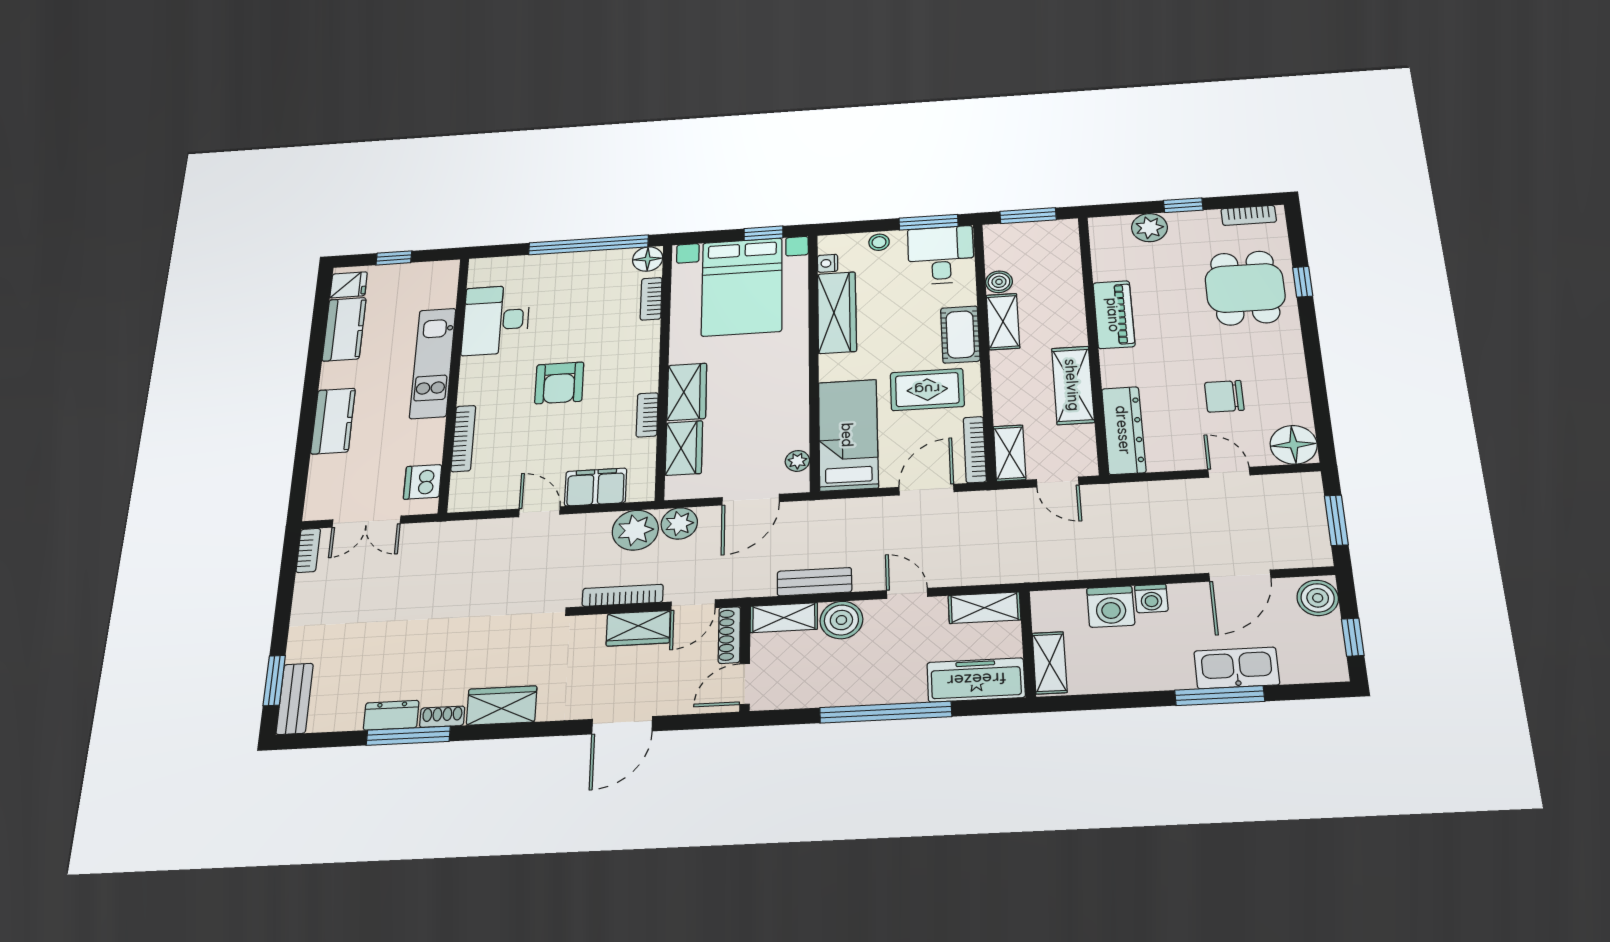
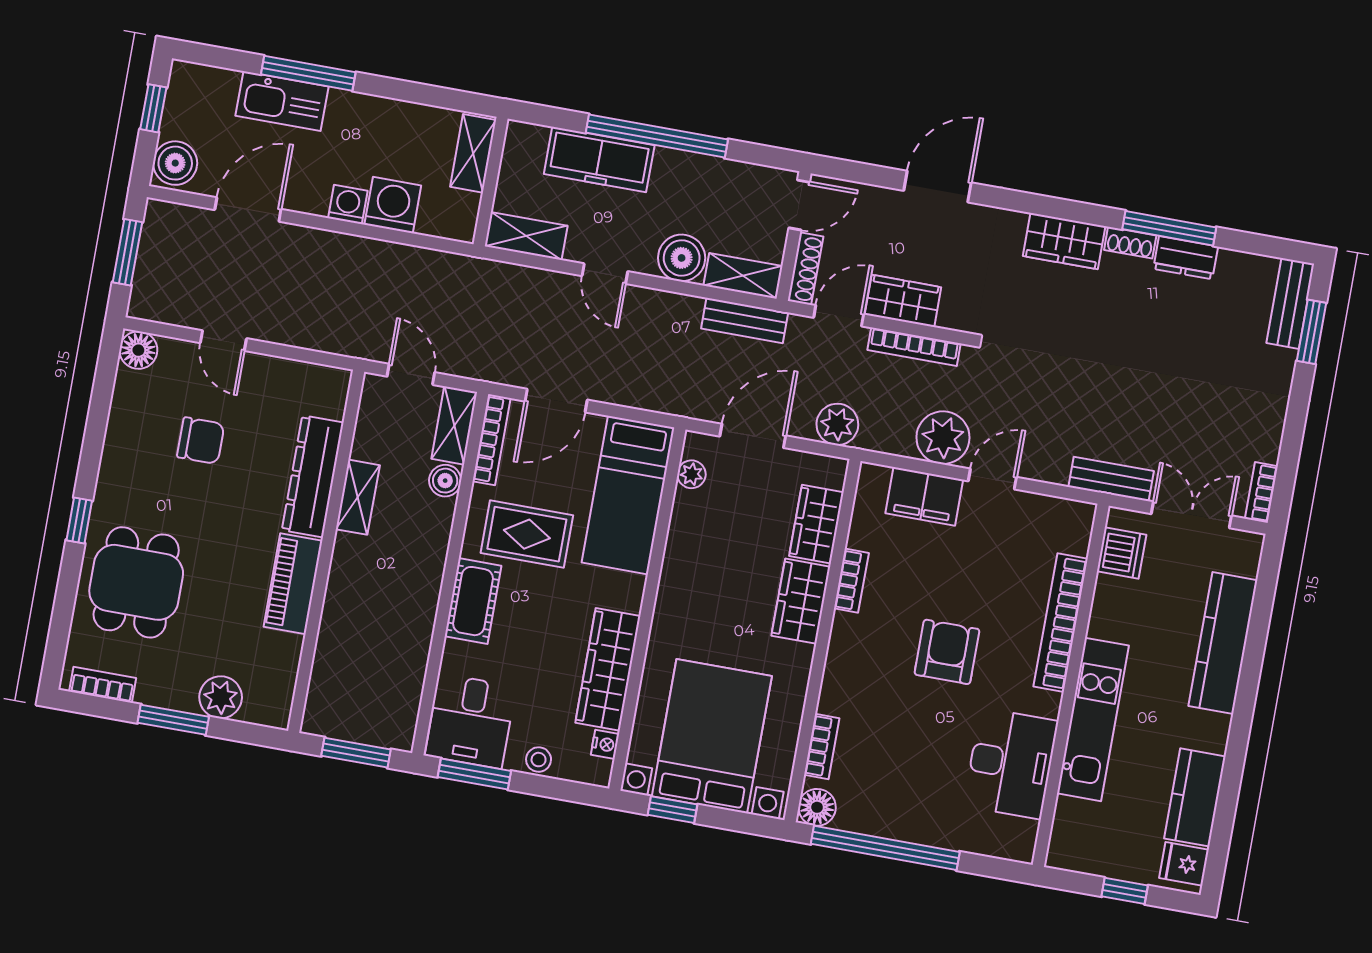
window: (1183, 205) -> (173, 720), width x1.50
boiler: (999, 282) -> (445, 481), moved
window: (1303, 282) -> (79, 520), moved
shelving: (1003, 322) -> (421, 607), removed
shelving: (1073, 385) -> (358, 497), width x0.67, depth x0.75
kitchen counter: (333, 421) -> (1223, 643), width x1.50
dresser: (1124, 430) -> (313, 476), moved
bookcase: (463, 438) -> (1061, 623), width x1.48, depth x1.31
floor lamp: (1294, 445) -> (138, 350), width x0.73, depth x0.73
door: (539, 512) -> (992, 479), swing flipped
plant: (635, 530) -> (943, 438), moved
bench: (438, 533) -> (1111, 479), added
bench: (814, 582) -> (745, 320), moved
freezer: (976, 680) -> (599, 160), moved

